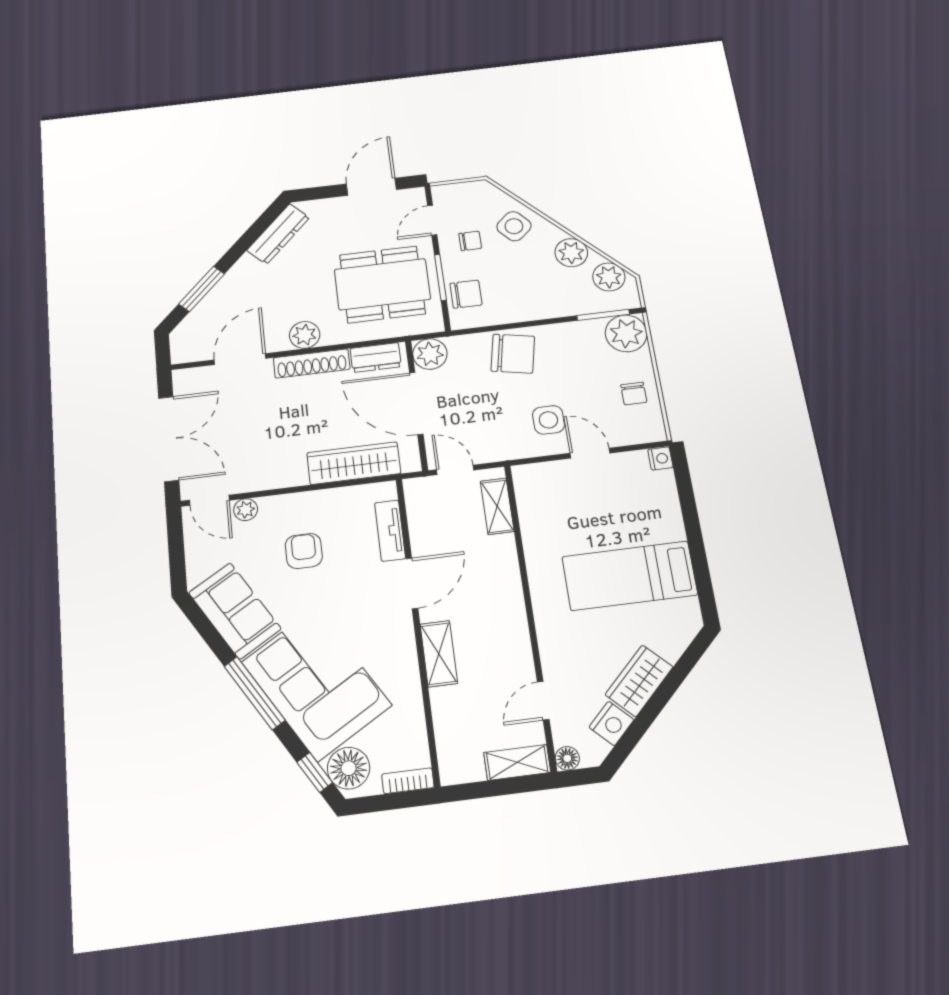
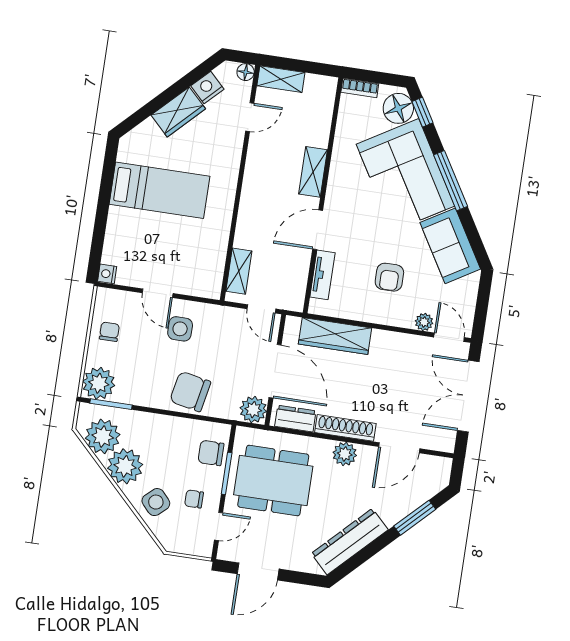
dresser: (278, 234) -> (350, 542), width x1.37, depth x1.24
plant: (571, 253) -> (125, 466), width x1.36, depth x1.36
plant: (609, 277) -> (103, 436), width x1.36, depth x1.36

